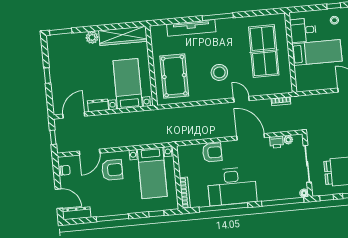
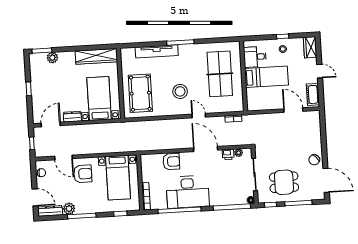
plant: (92, 37) -> (52, 58), moved
door: (90, 152) -> (63, 157), hinge flipped
plant: (98, 210) -> (69, 209), added

